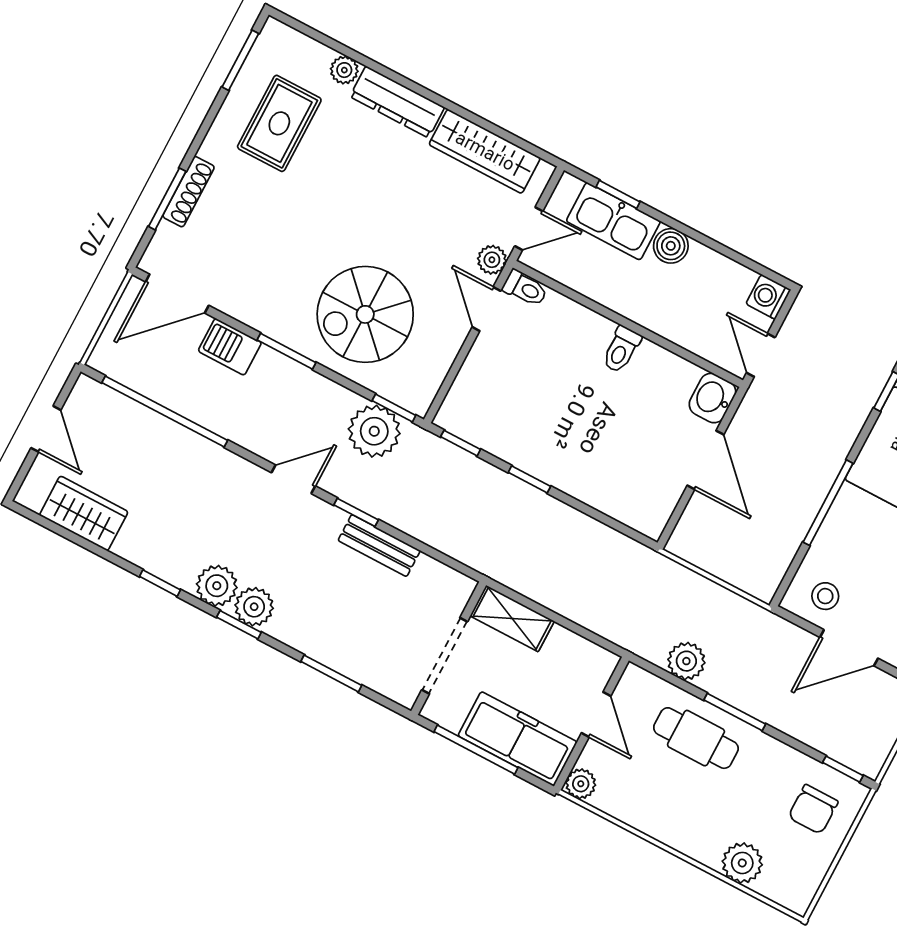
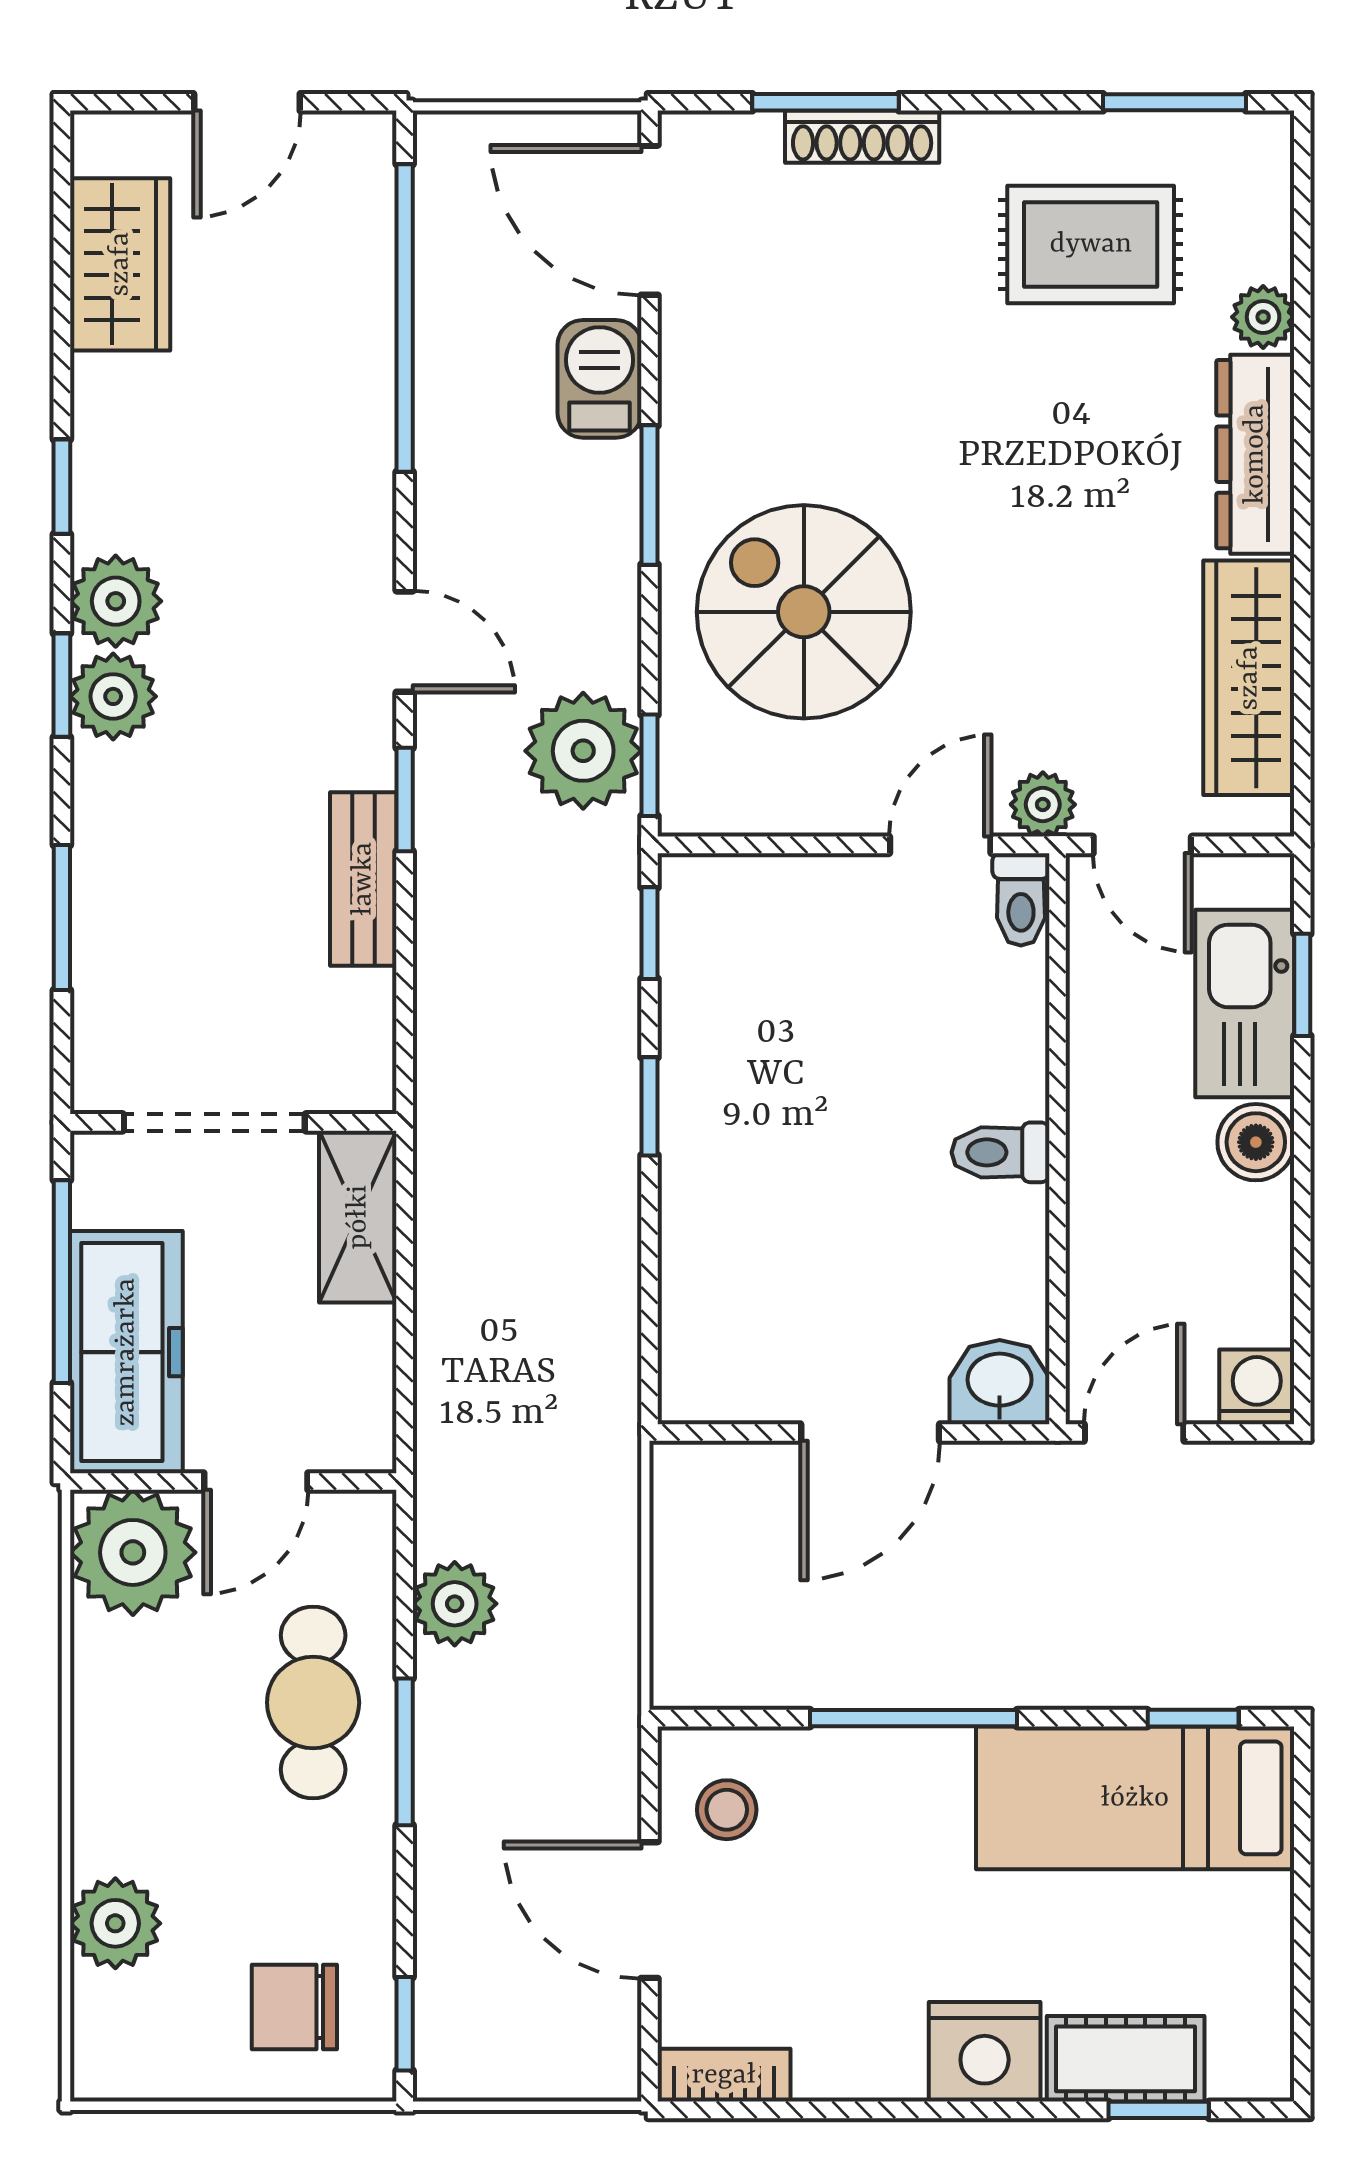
plant: (581, 784) -> (133, 1552), width x1.87, depth x1.87

